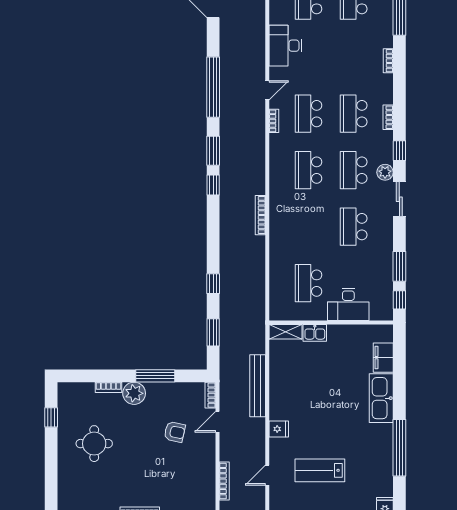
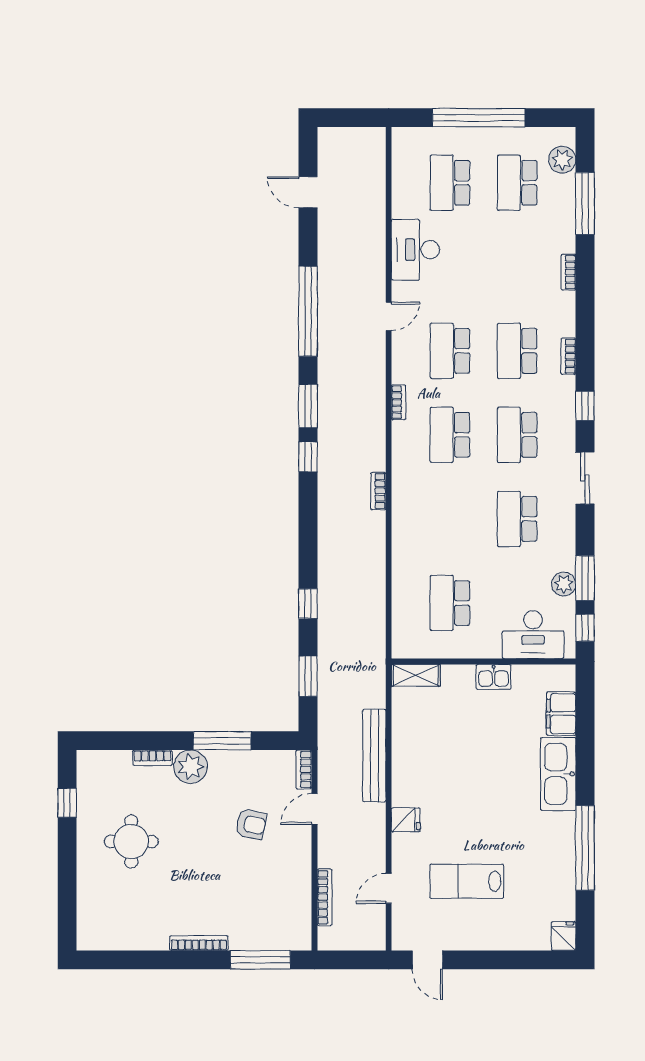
bookcase: (274, 121) -> (398, 402), moved
plant: (385, 172) -> (564, 584), moved
bookcase: (260, 215) -> (378, 491), width x0.64
desk: (348, 304) -> (533, 635), moved
kitchen sink: (315, 333) -> (494, 677), moved

